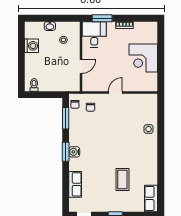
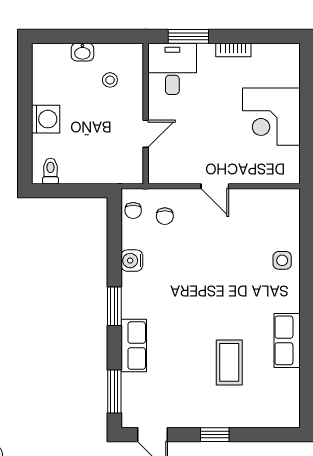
washing machine: (32, 46) -> (46, 119), moved
door: (115, 92) -> (215, 186), swing flipped
window: (66, 118) -> (114, 392), moved
water cooler: (74, 152) -> (132, 261), moved
row of seats: (75, 184) -> (134, 346), moved
row of seats: (151, 198) -> (287, 340), moved

